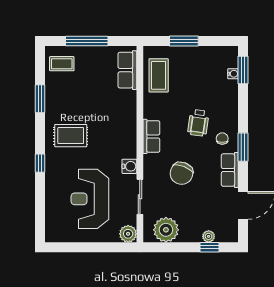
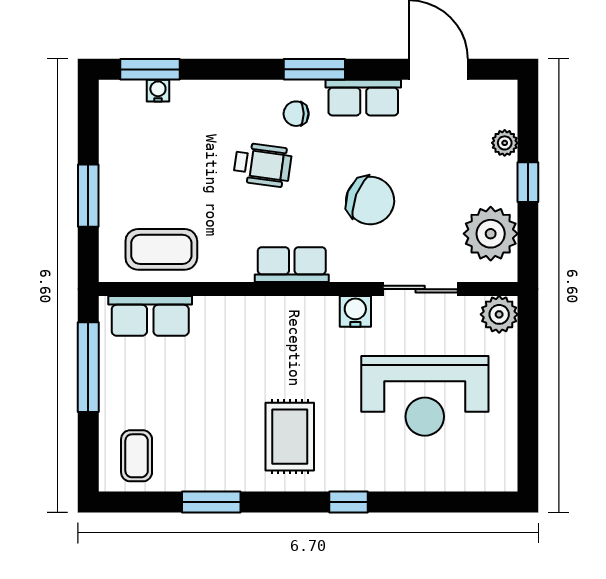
window: (87, 41) -> (88, 367), moved
window: (210, 247) -> (528, 182), moved

